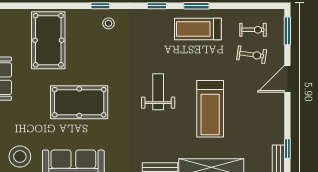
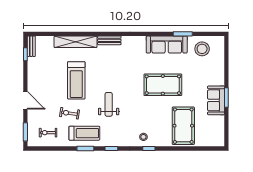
exercise bike: (252, 55) -> (69, 113), moved
door: (287, 79) -> (25, 100), hinge flipped
weight bench: (158, 92) -> (109, 104), moved, turned 180
treadmill: (210, 109) -> (76, 80), turned 180

